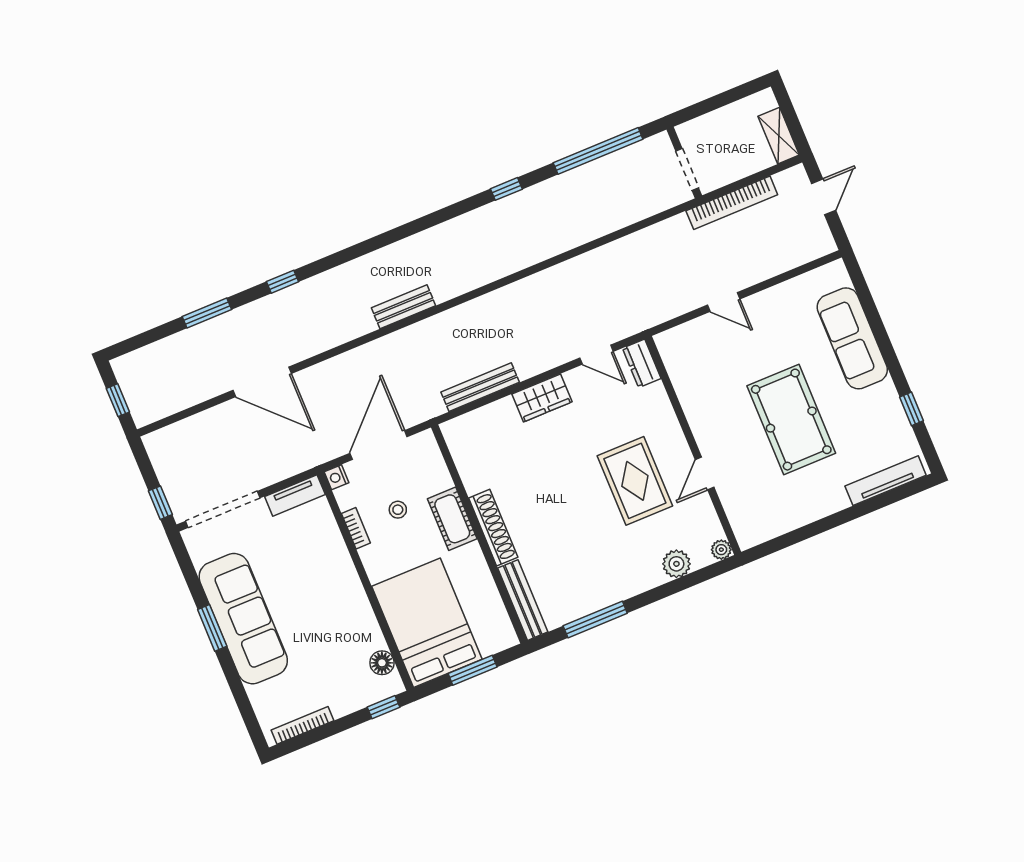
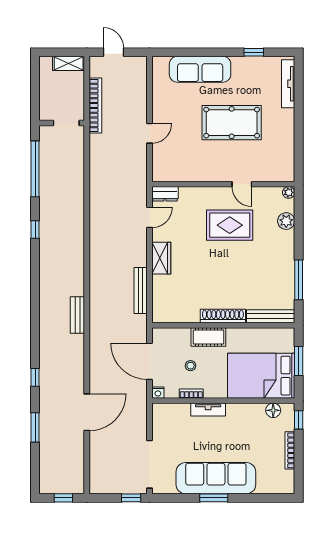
tv unit: (295, 495) -> (208, 410), moved, turned 90
bookcase: (302, 725) -> (290, 450), moved

